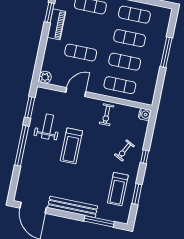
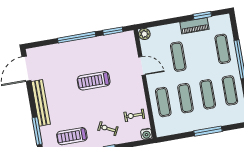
exercise bike: (107, 115) -> (134, 115), moved
weight bench: (47, 127) -> (102, 53), removed

